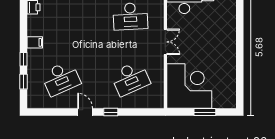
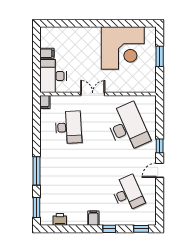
desk: (130, 78) -> (128, 127), width x1.36, depth x1.30
window: (24, 82) -> (141, 229), moved
corner desk: (189, 86) -> (123, 48), moved, turned 180

